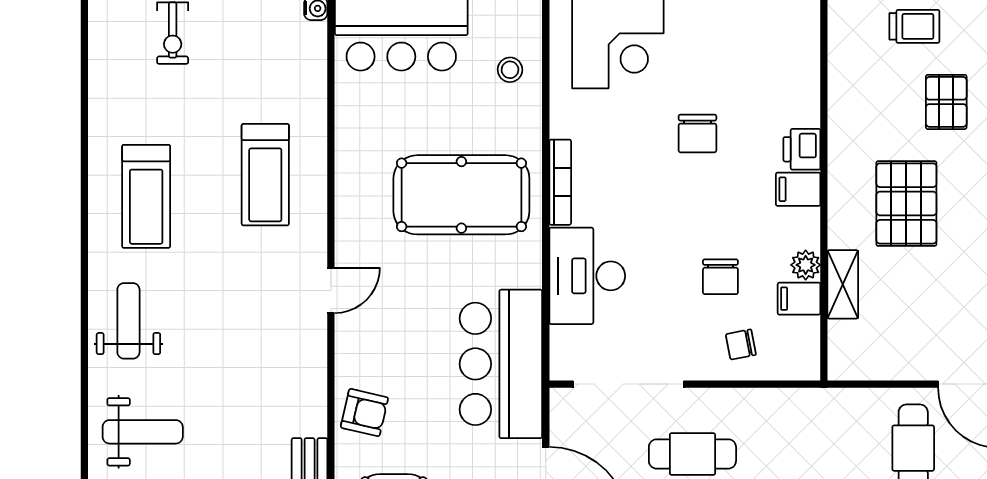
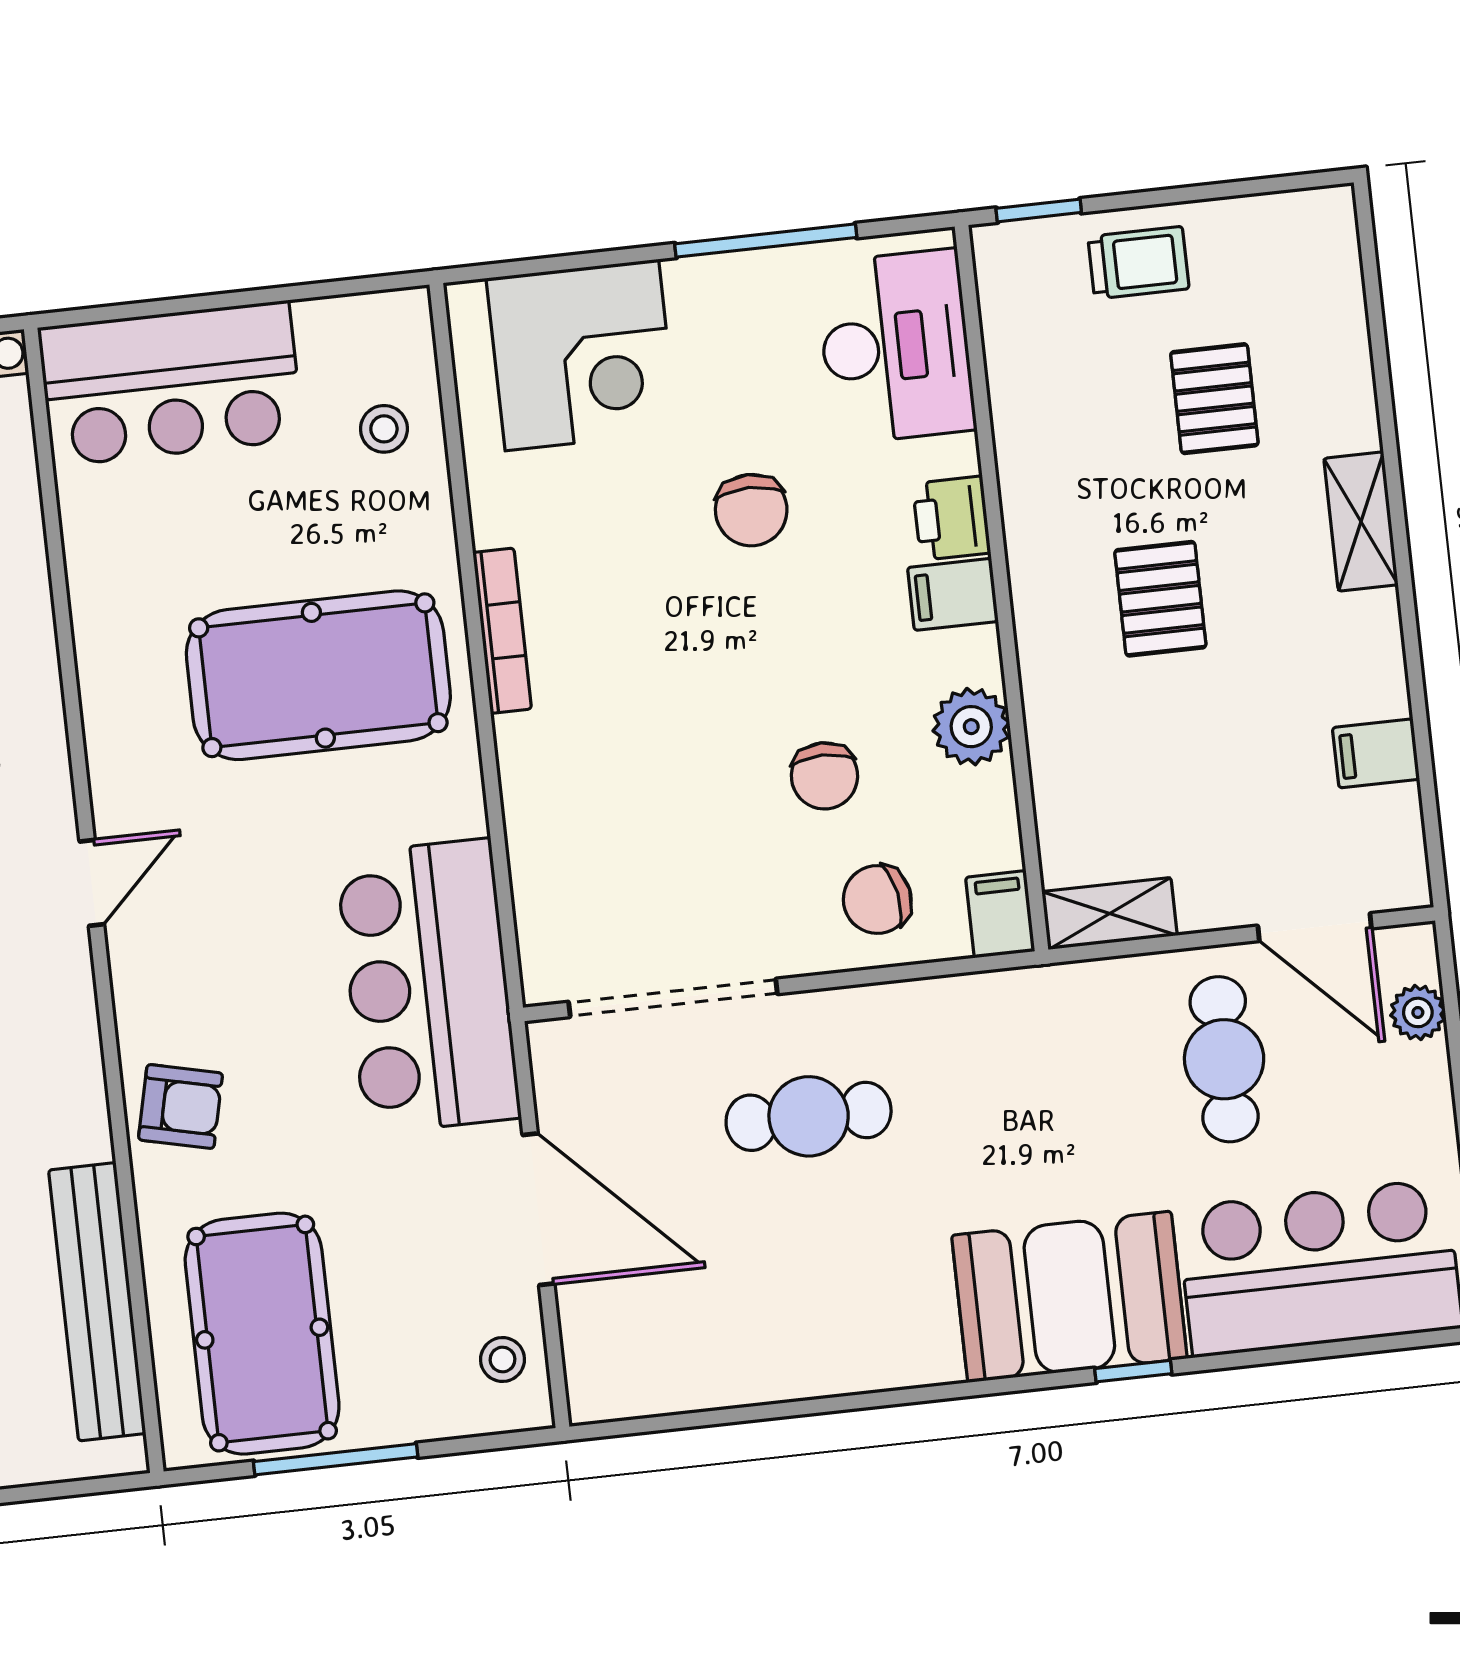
pallet: (906, 203) -> (1160, 599), width x0.67, depth x0.71
plant: (806, 265) -> (971, 727), width x1.38, depth x1.38
desk: (587, 276) -> (896, 346), moved, turned 180
shelving: (843, 284) -> (1110, 914), moved, turned 90
filing cabinet: (799, 299) -> (1000, 914), moved, turned 90
chair: (741, 344) -> (877, 899), width x1.37, depth x1.37

